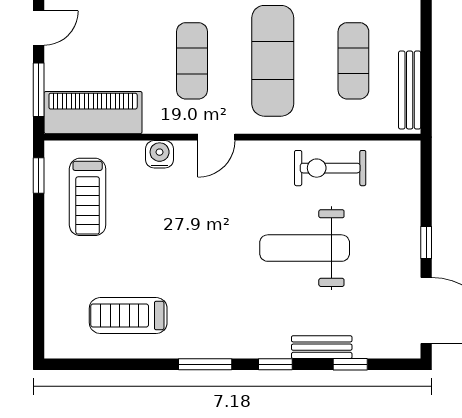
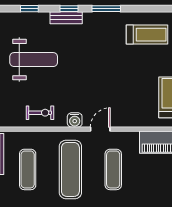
water cooler: (160, 154) -> (75, 120), moved
exercise bike: (330, 168) -> (40, 113), width x0.73, depth x0.72
weight bench: (305, 248) -> (34, 60), moved
bench: (322, 347) -> (66, 18), moved

